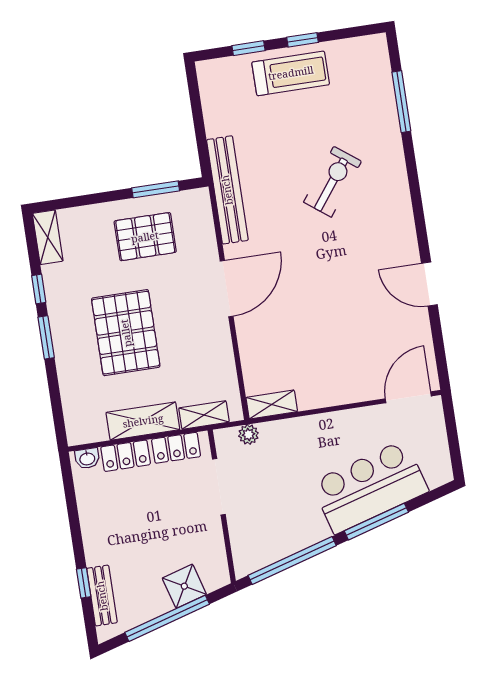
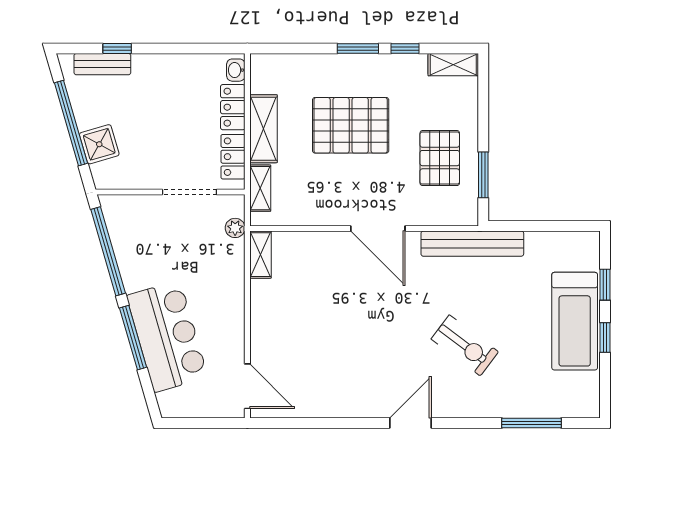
treadmill: (291, 73) -> (575, 321), width x1.37, depth x1.38
door: (429, 284) -> (411, 423), moved

